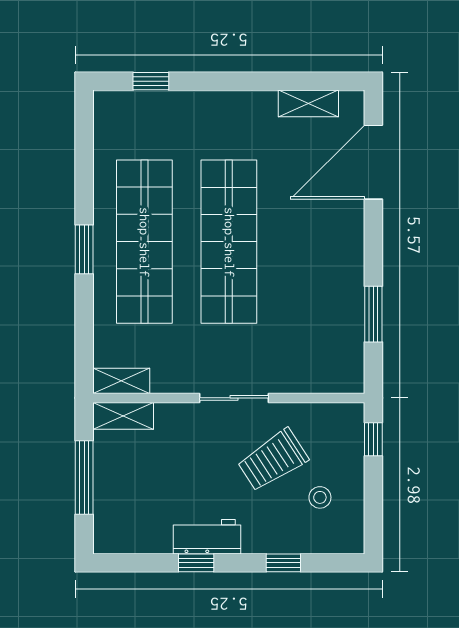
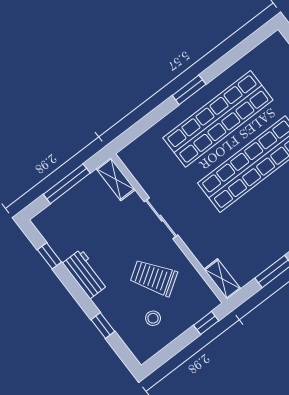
shelving: (121, 381) -> (222, 279), moved
sliding door: (234, 398) -> (161, 218), moved
window: (196, 563) -> (49, 256), moved

